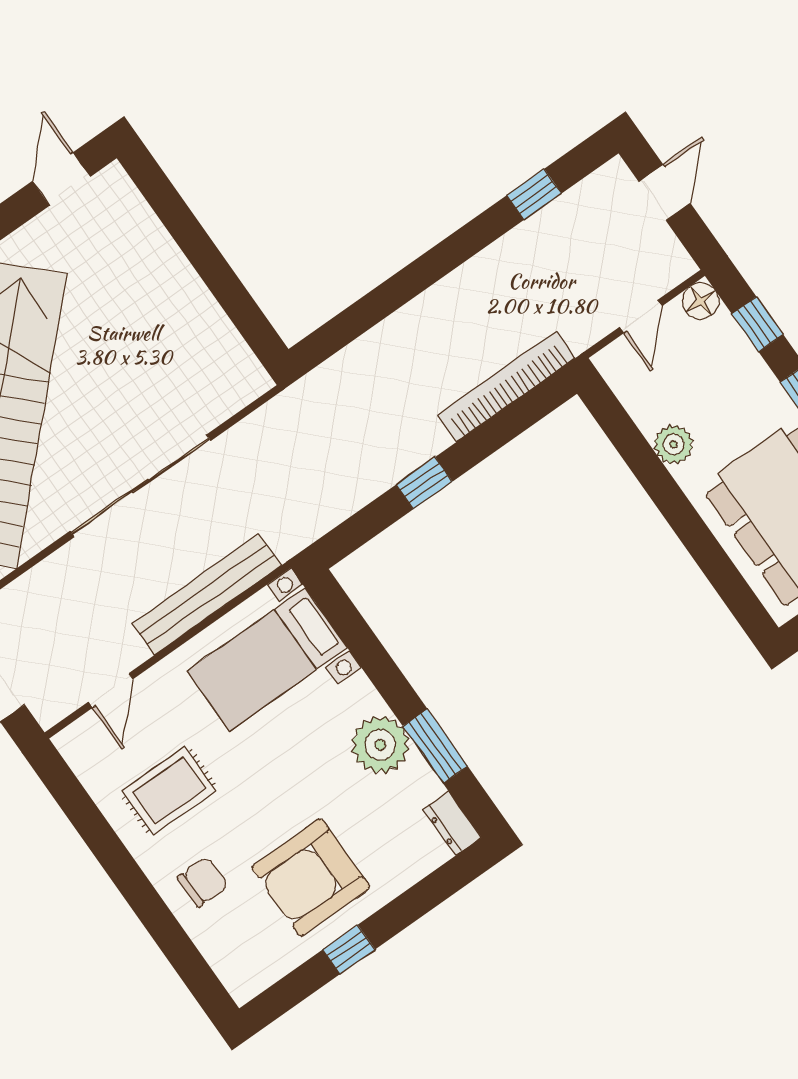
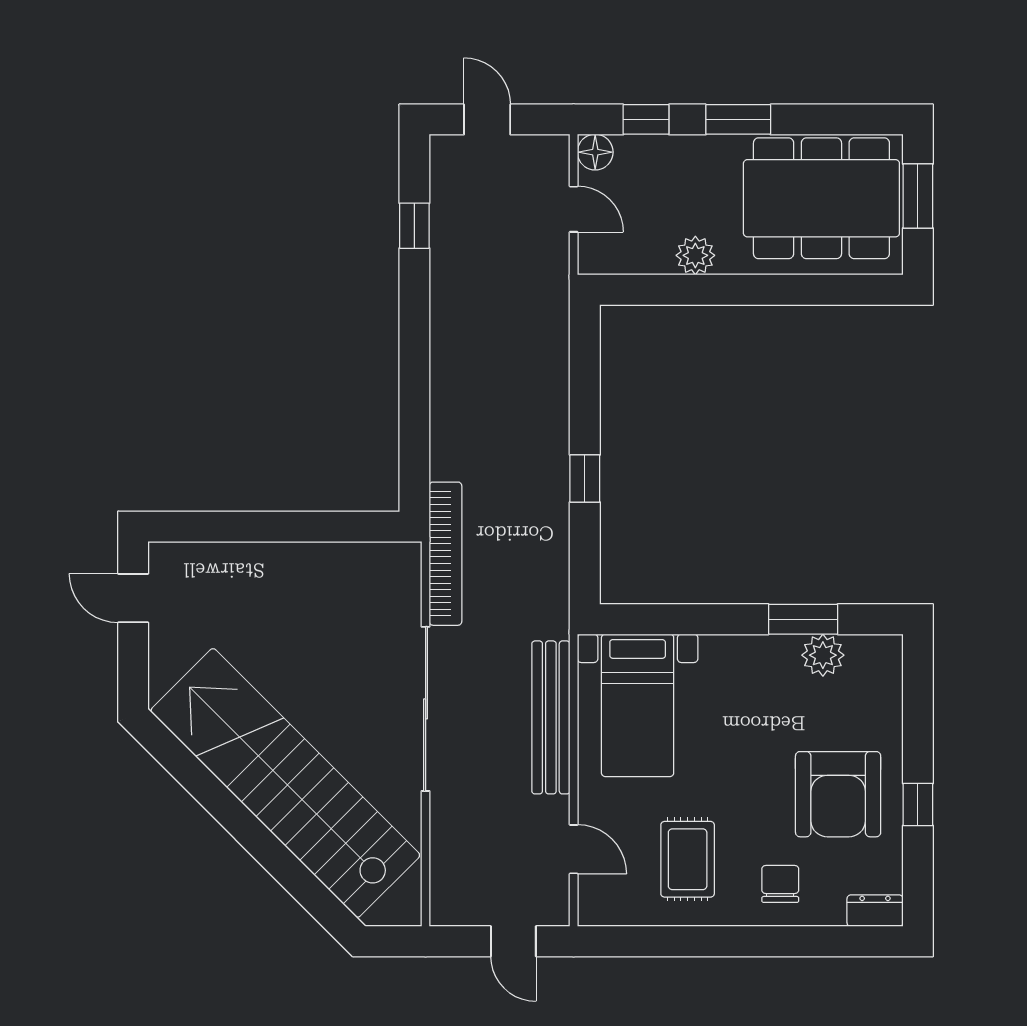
bookcase: (506, 387) -> (445, 554), moved, turned 180
plant: (380, 745) -> (823, 655), moved, width x0.73, depth x0.73
dresser: (452, 824) -> (875, 911), moved, turned 180

